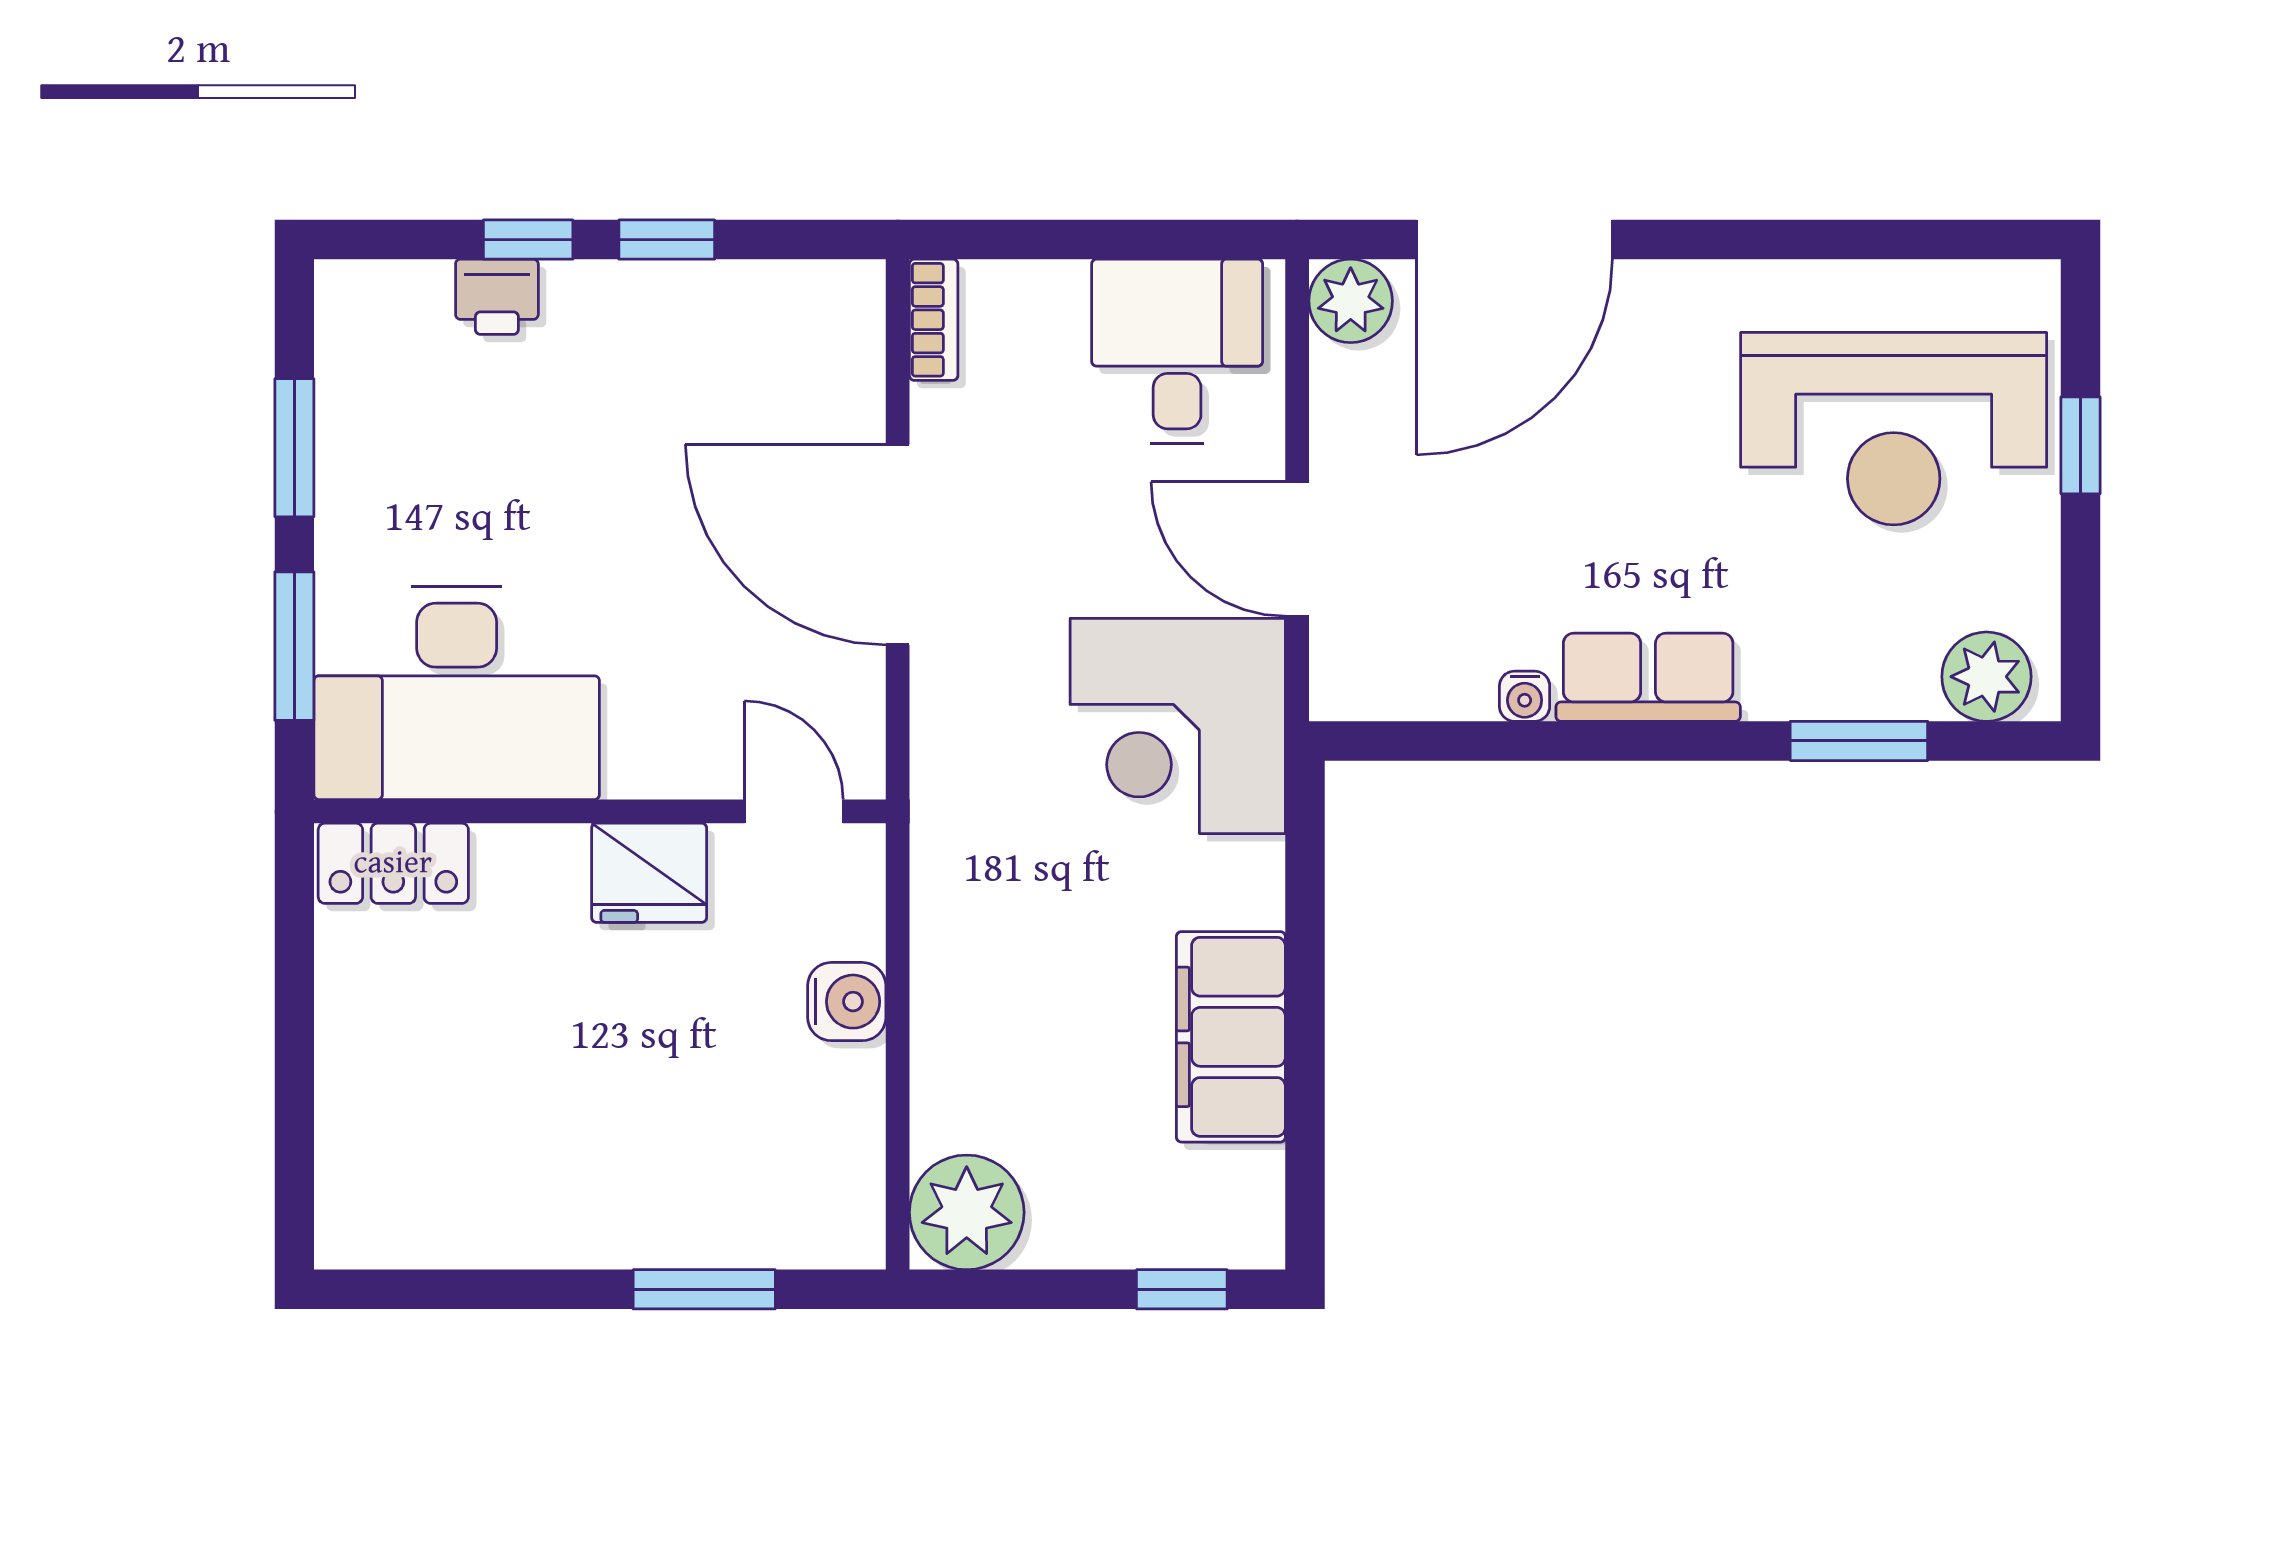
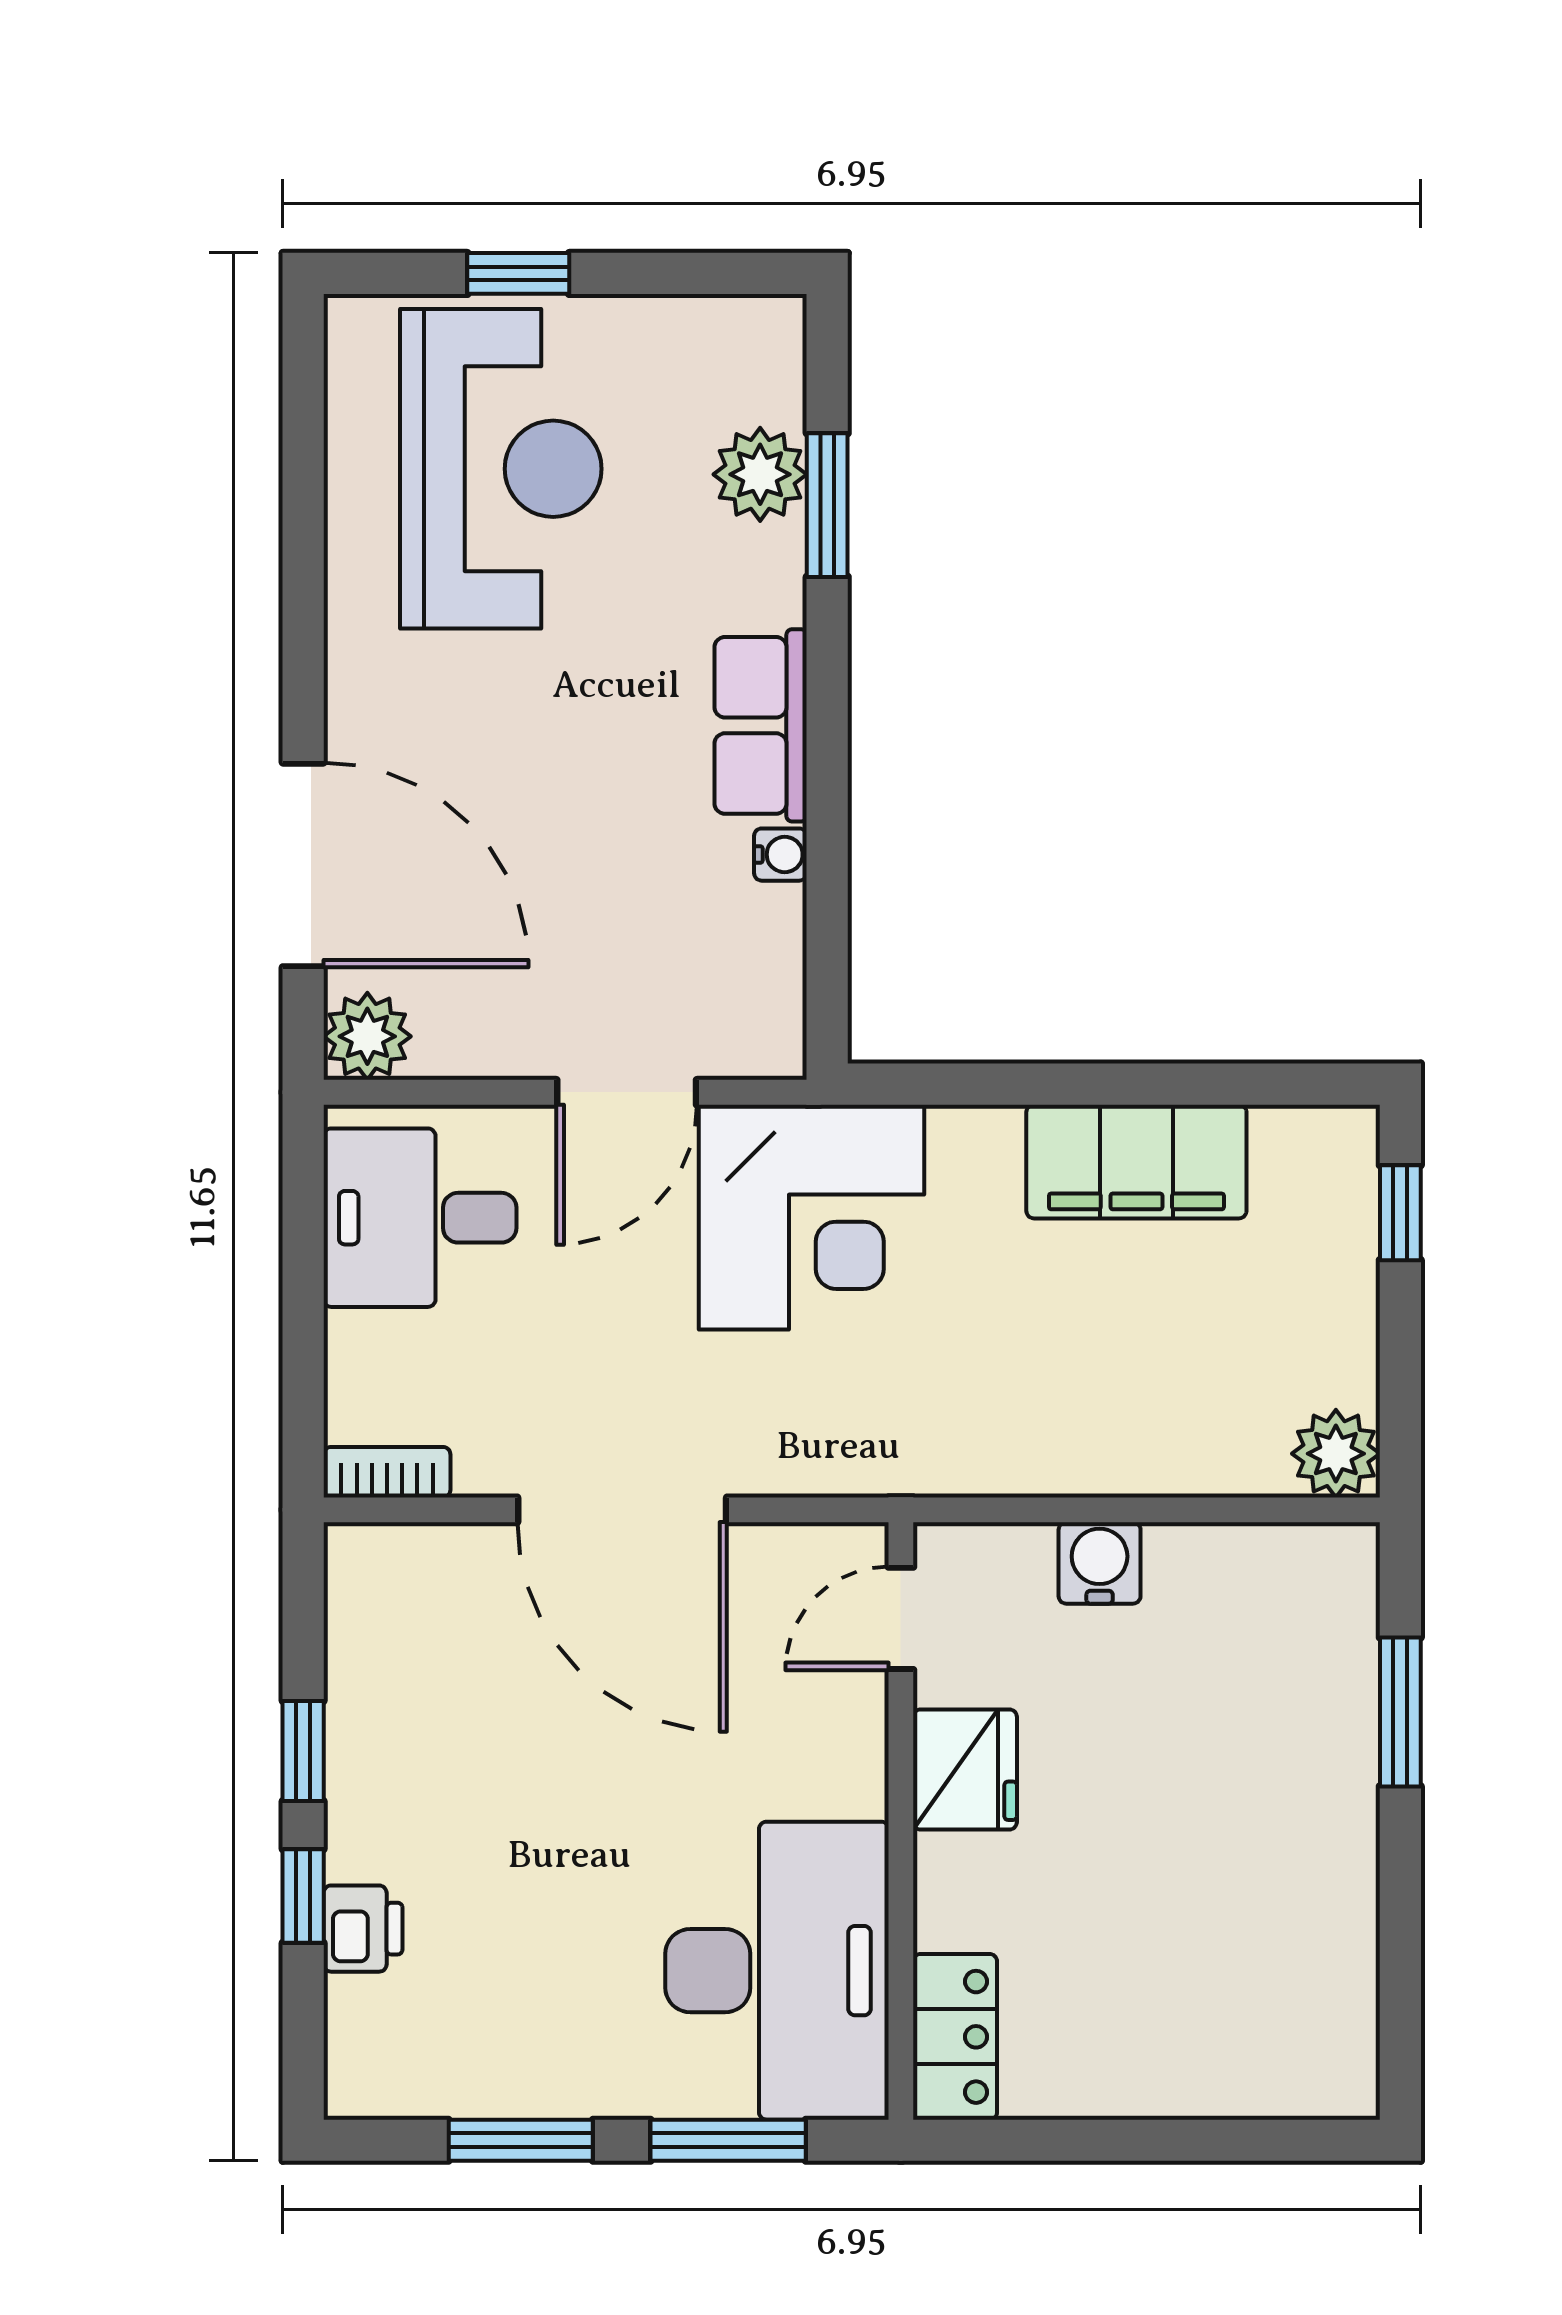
door: (898, 545) -> (622, 1510), hinge flipped
plant: (1986, 677) -> (760, 474), moved
plant: (967, 1212) -> (1336, 1454), width x0.73, depth x0.73

